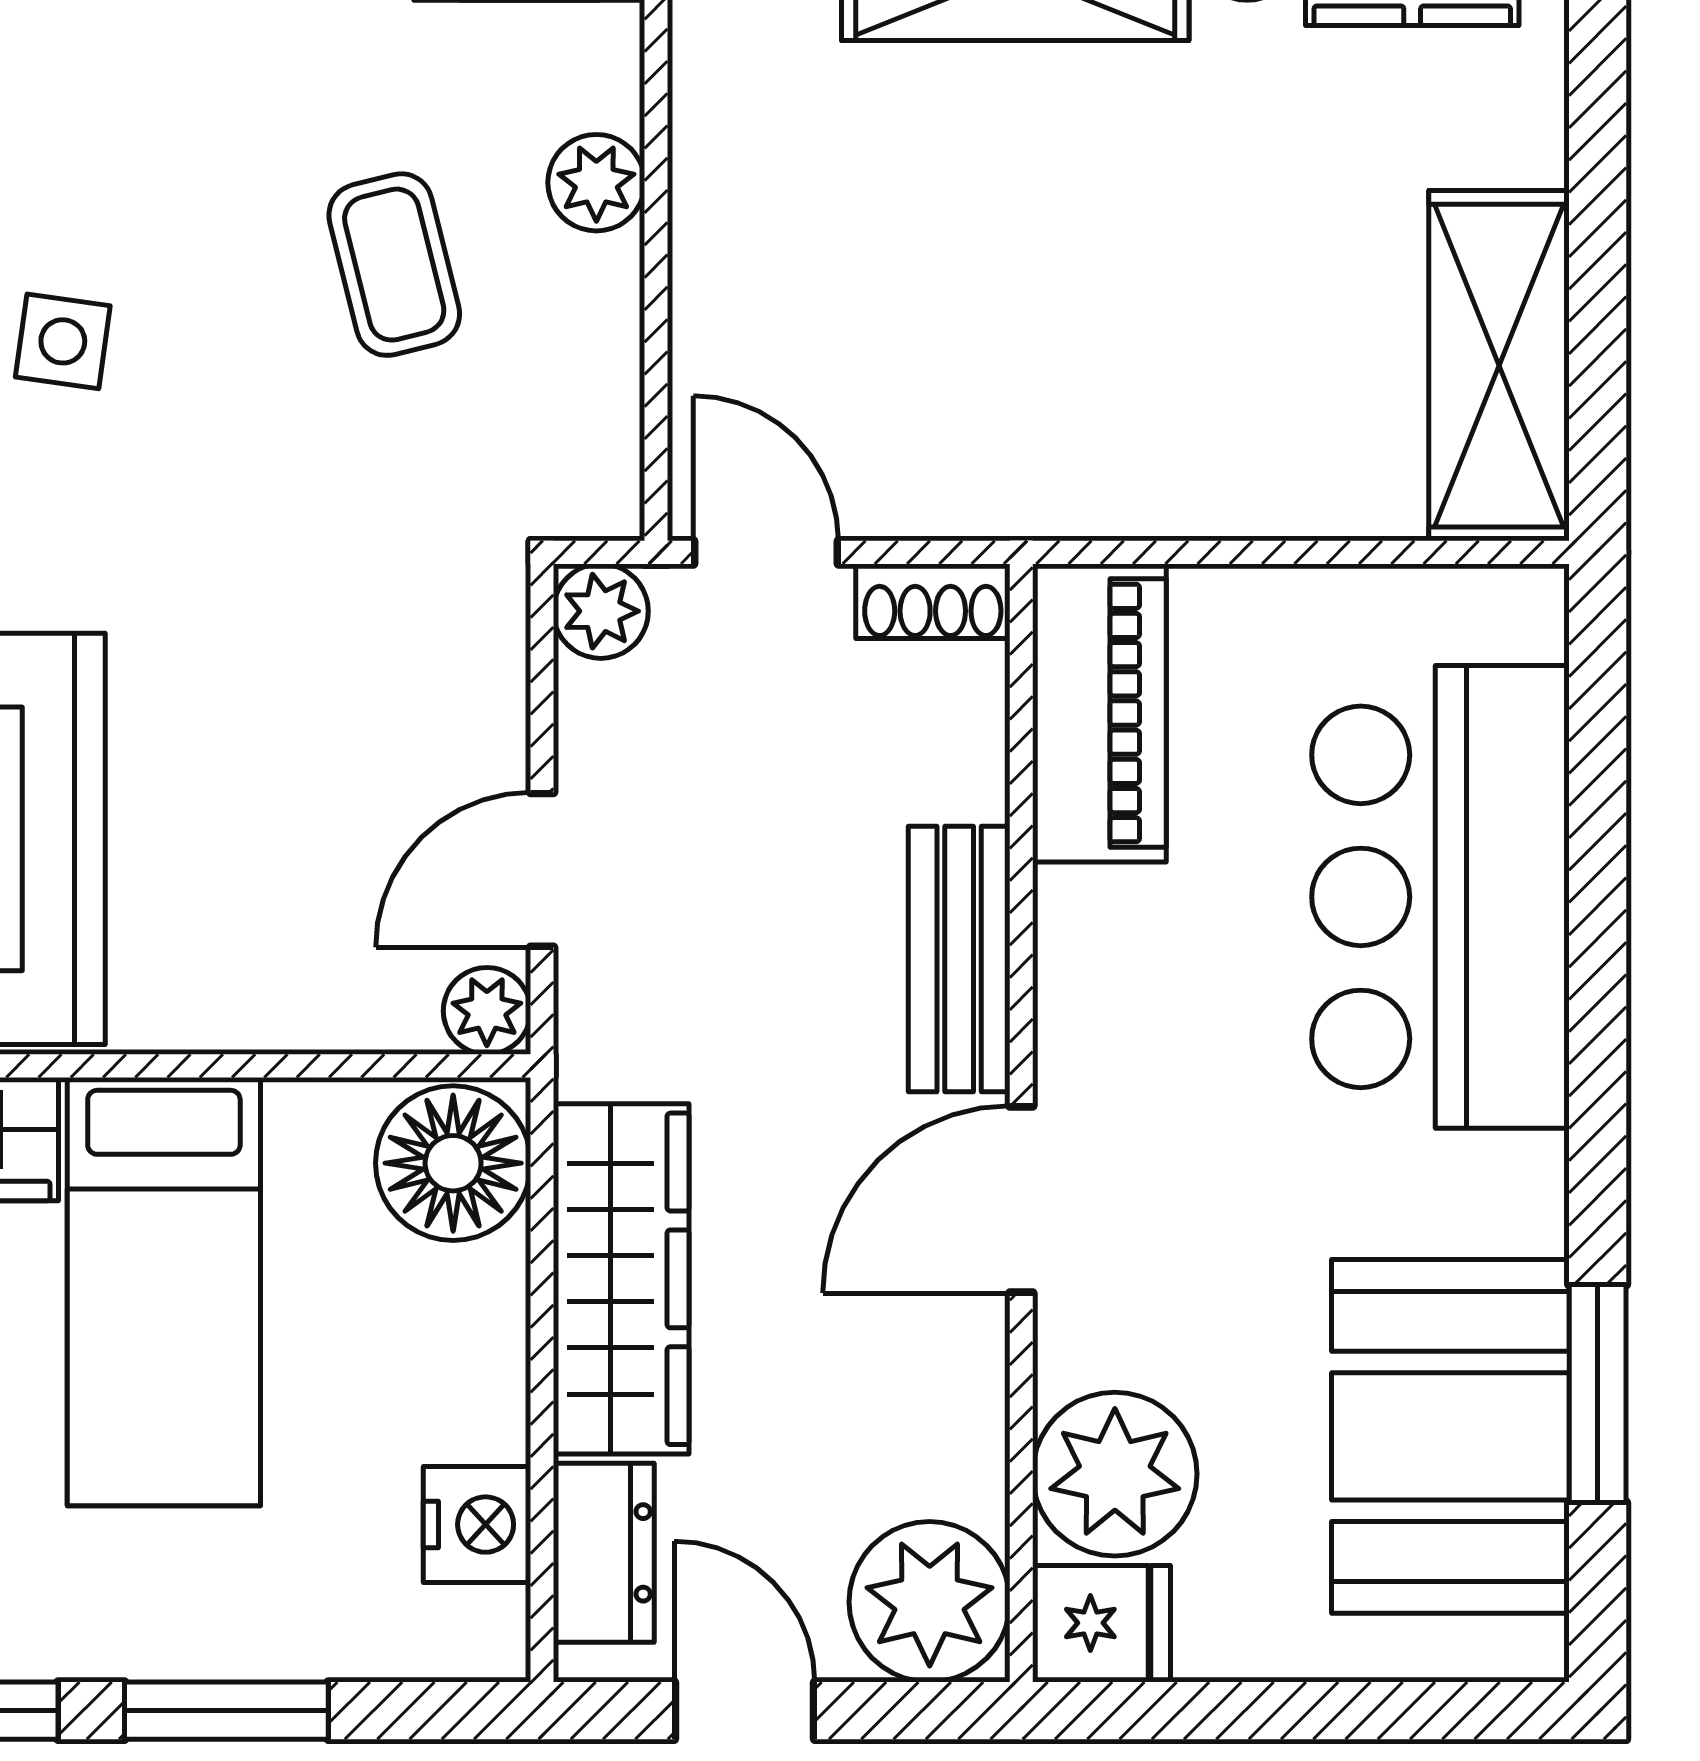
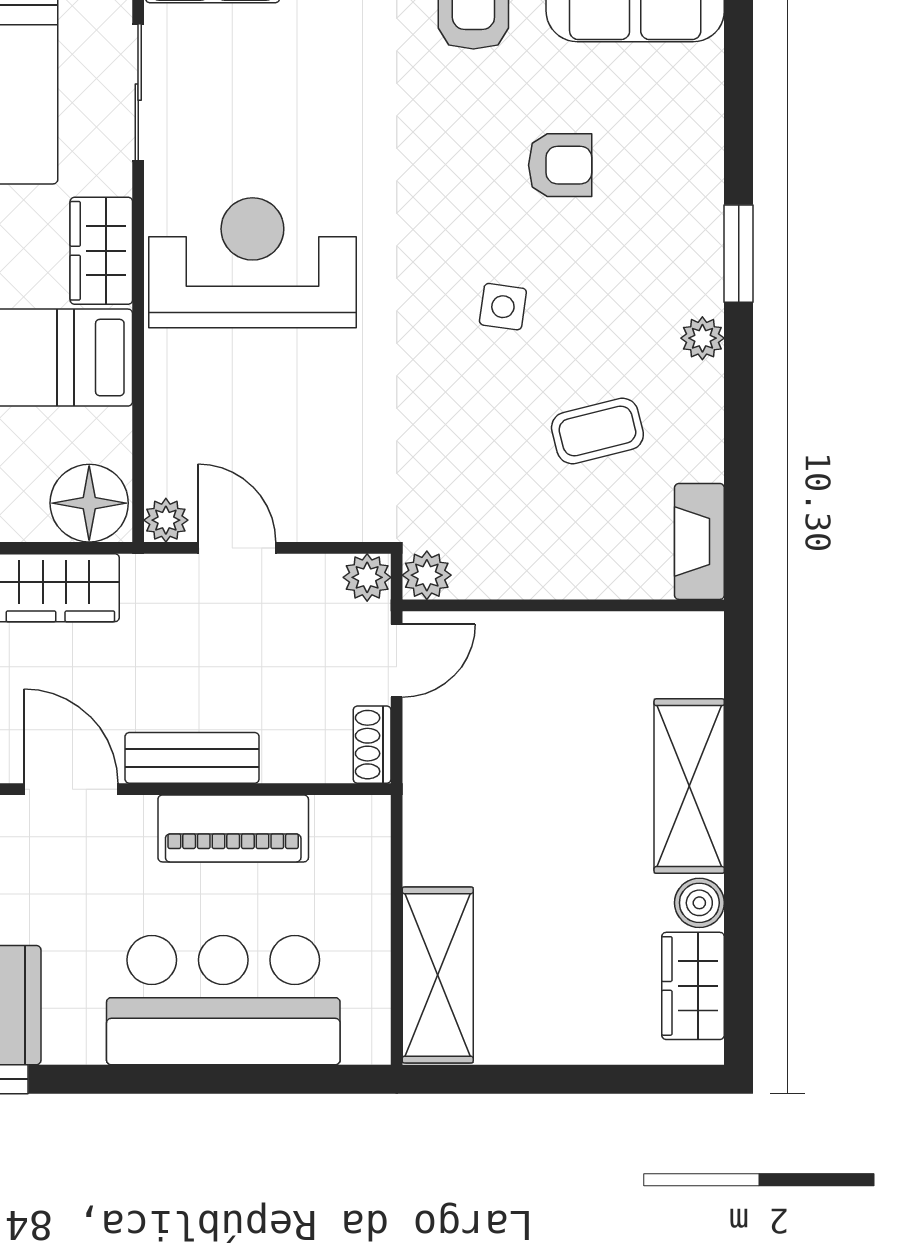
plant: (596, 183) -> (427, 575), moved
coffee table: (394, 265) -> (597, 431), moved
shelving: (1499, 366) -> (438, 975), moved, turned 90
piano: (1099, 713) -> (233, 828), moved

